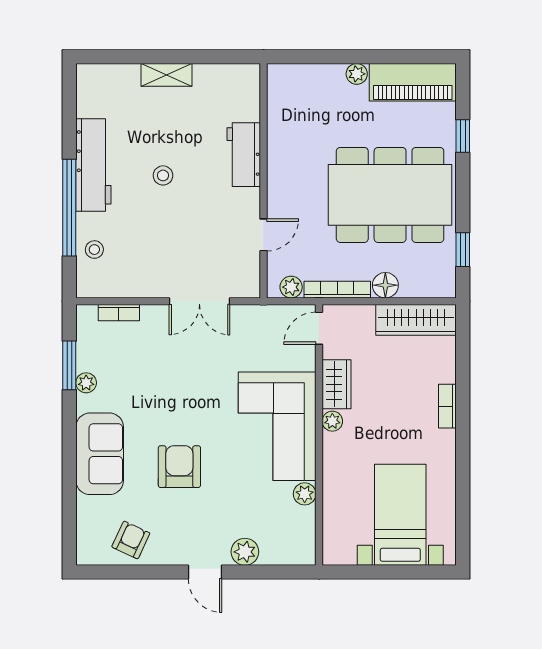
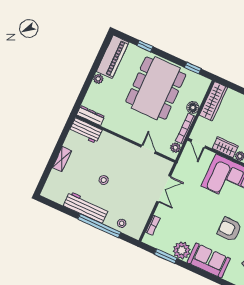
dresser: (278, 92) -> (91, 116), added
workbench: (244, 155) -> (86, 131), moved
plant: (86, 383) -> (182, 250), width x1.87, depth x1.87

